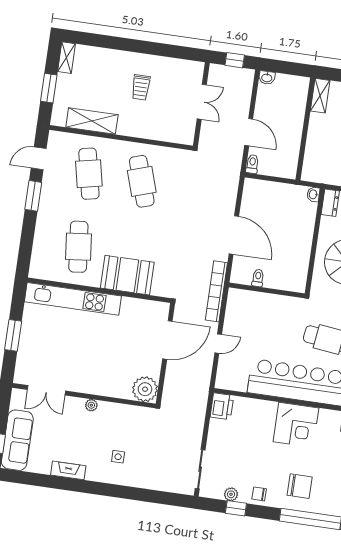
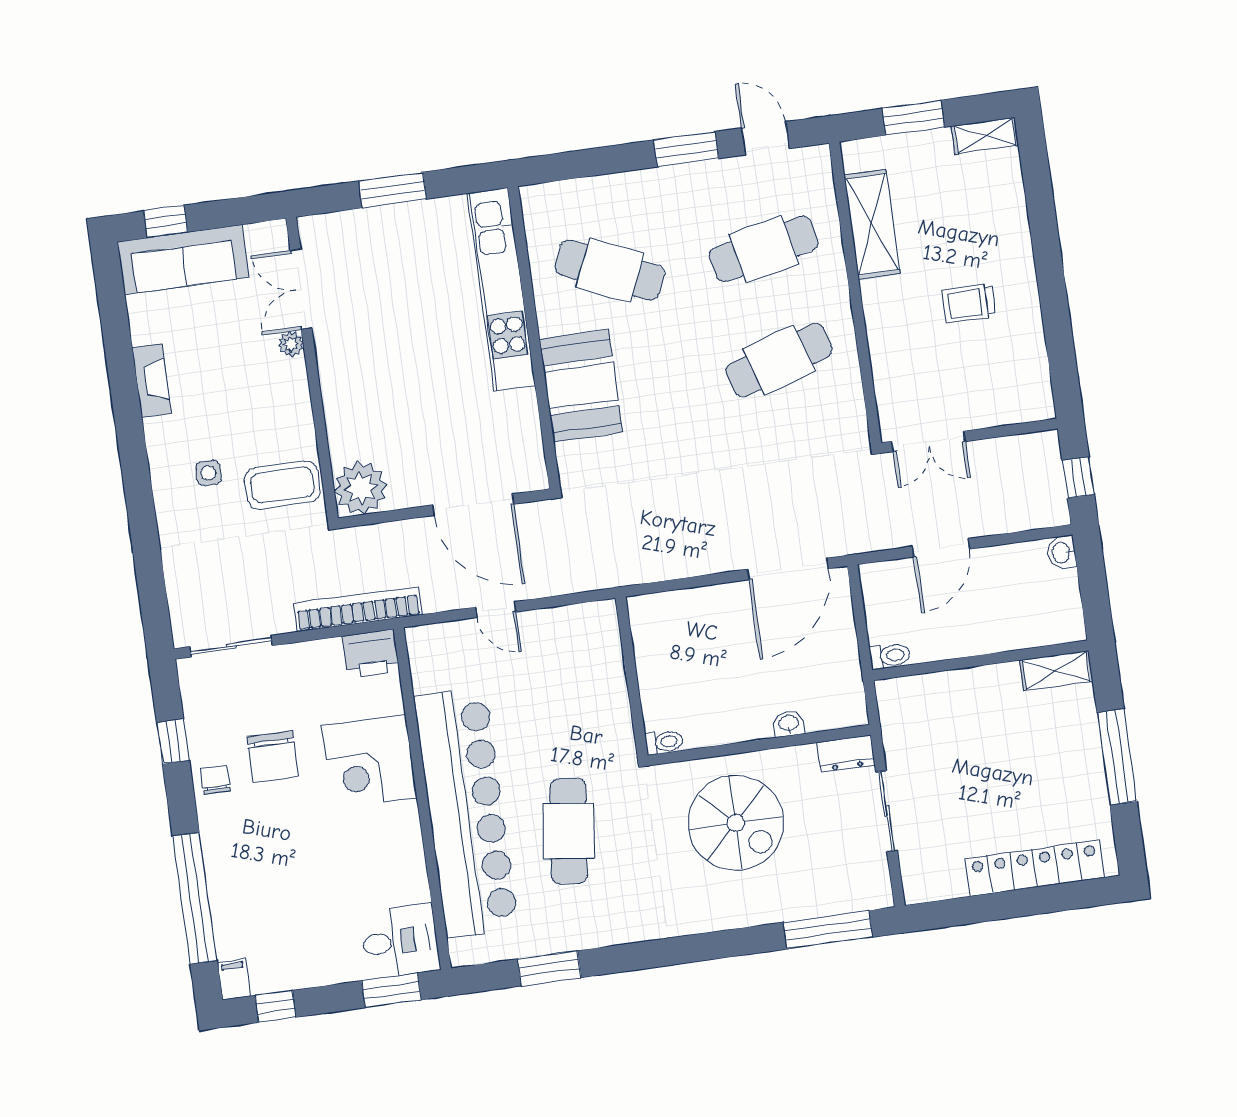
double door: (202, 102) -> (928, 441), moved
toilet: (252, 164) -> (890, 656), moved
washbasin: (313, 194) -> (788, 724), moved
door: (234, 235) -> (788, 569), moved
cafe table: (78, 247) -> (610, 270), turned 30
toilet: (258, 278) -> (664, 742), moved
bookcase: (216, 291) -> (358, 609), moved
plant: (91, 405) -> (291, 344), moved
coffee table: (133, 425) -> (282, 485), added
corner desk: (296, 425) -> (369, 762), moved
chair: (300, 486) -> (273, 757), moved
plant: (231, 494) -> (198, 723), removed

